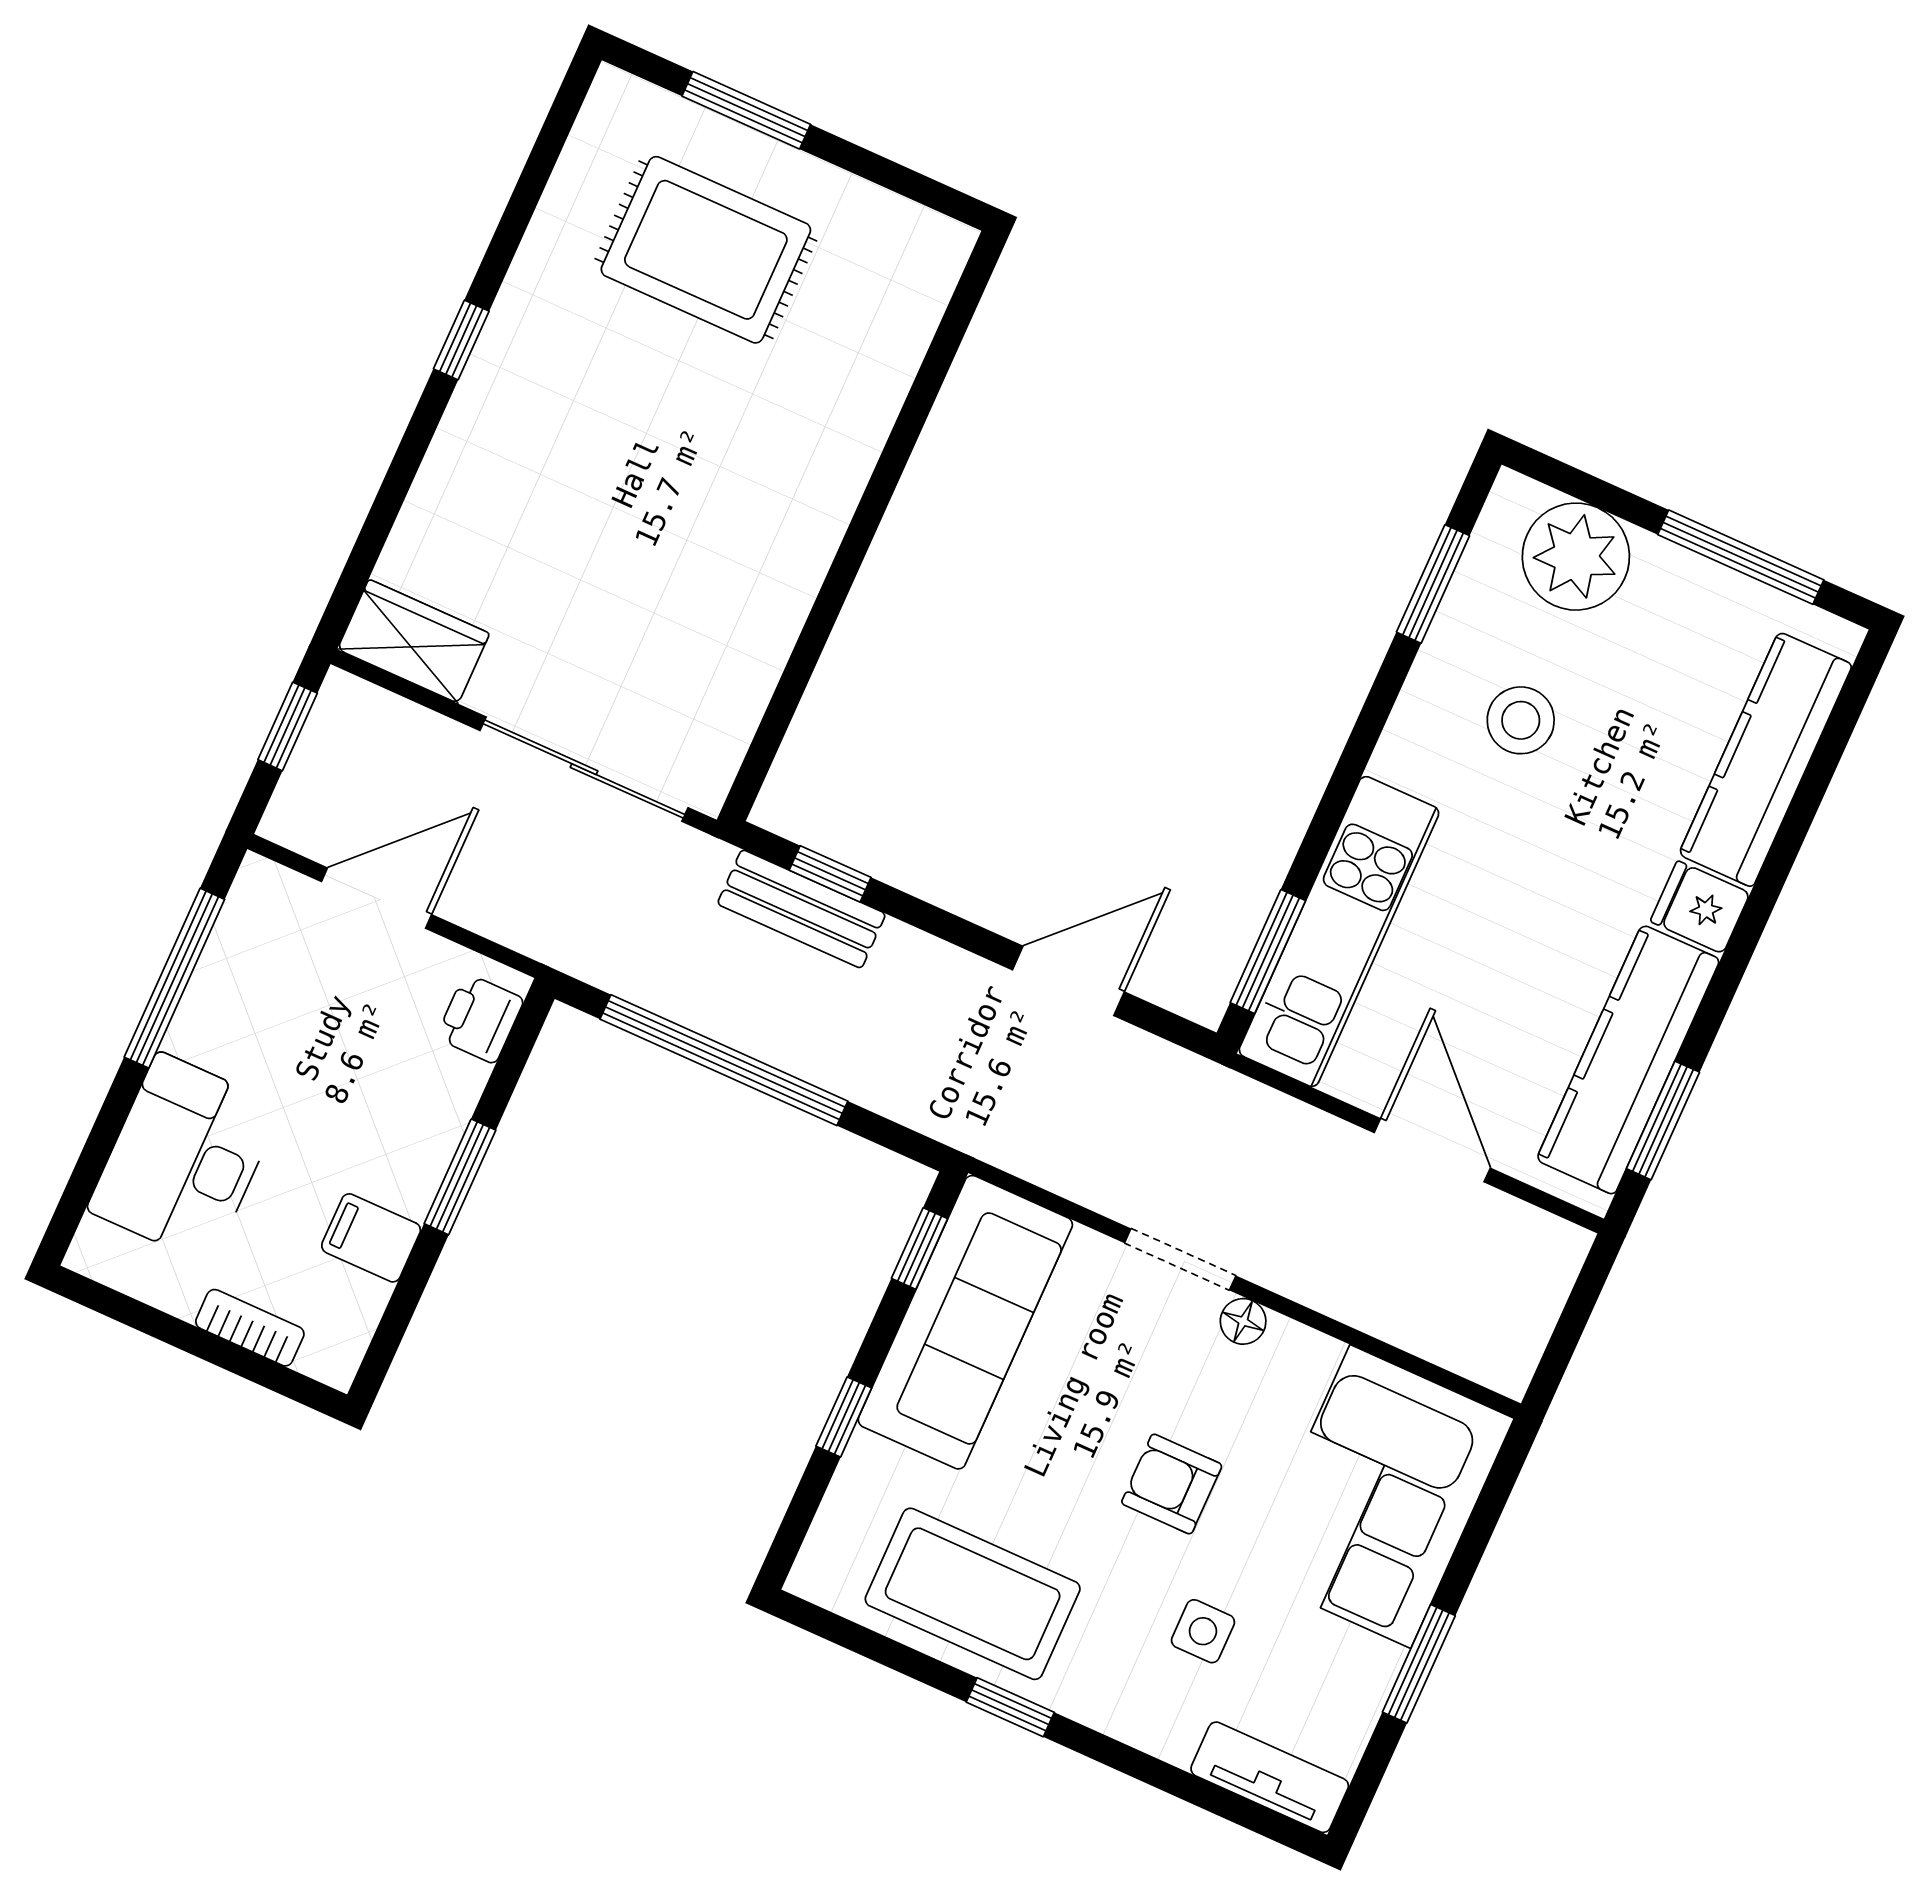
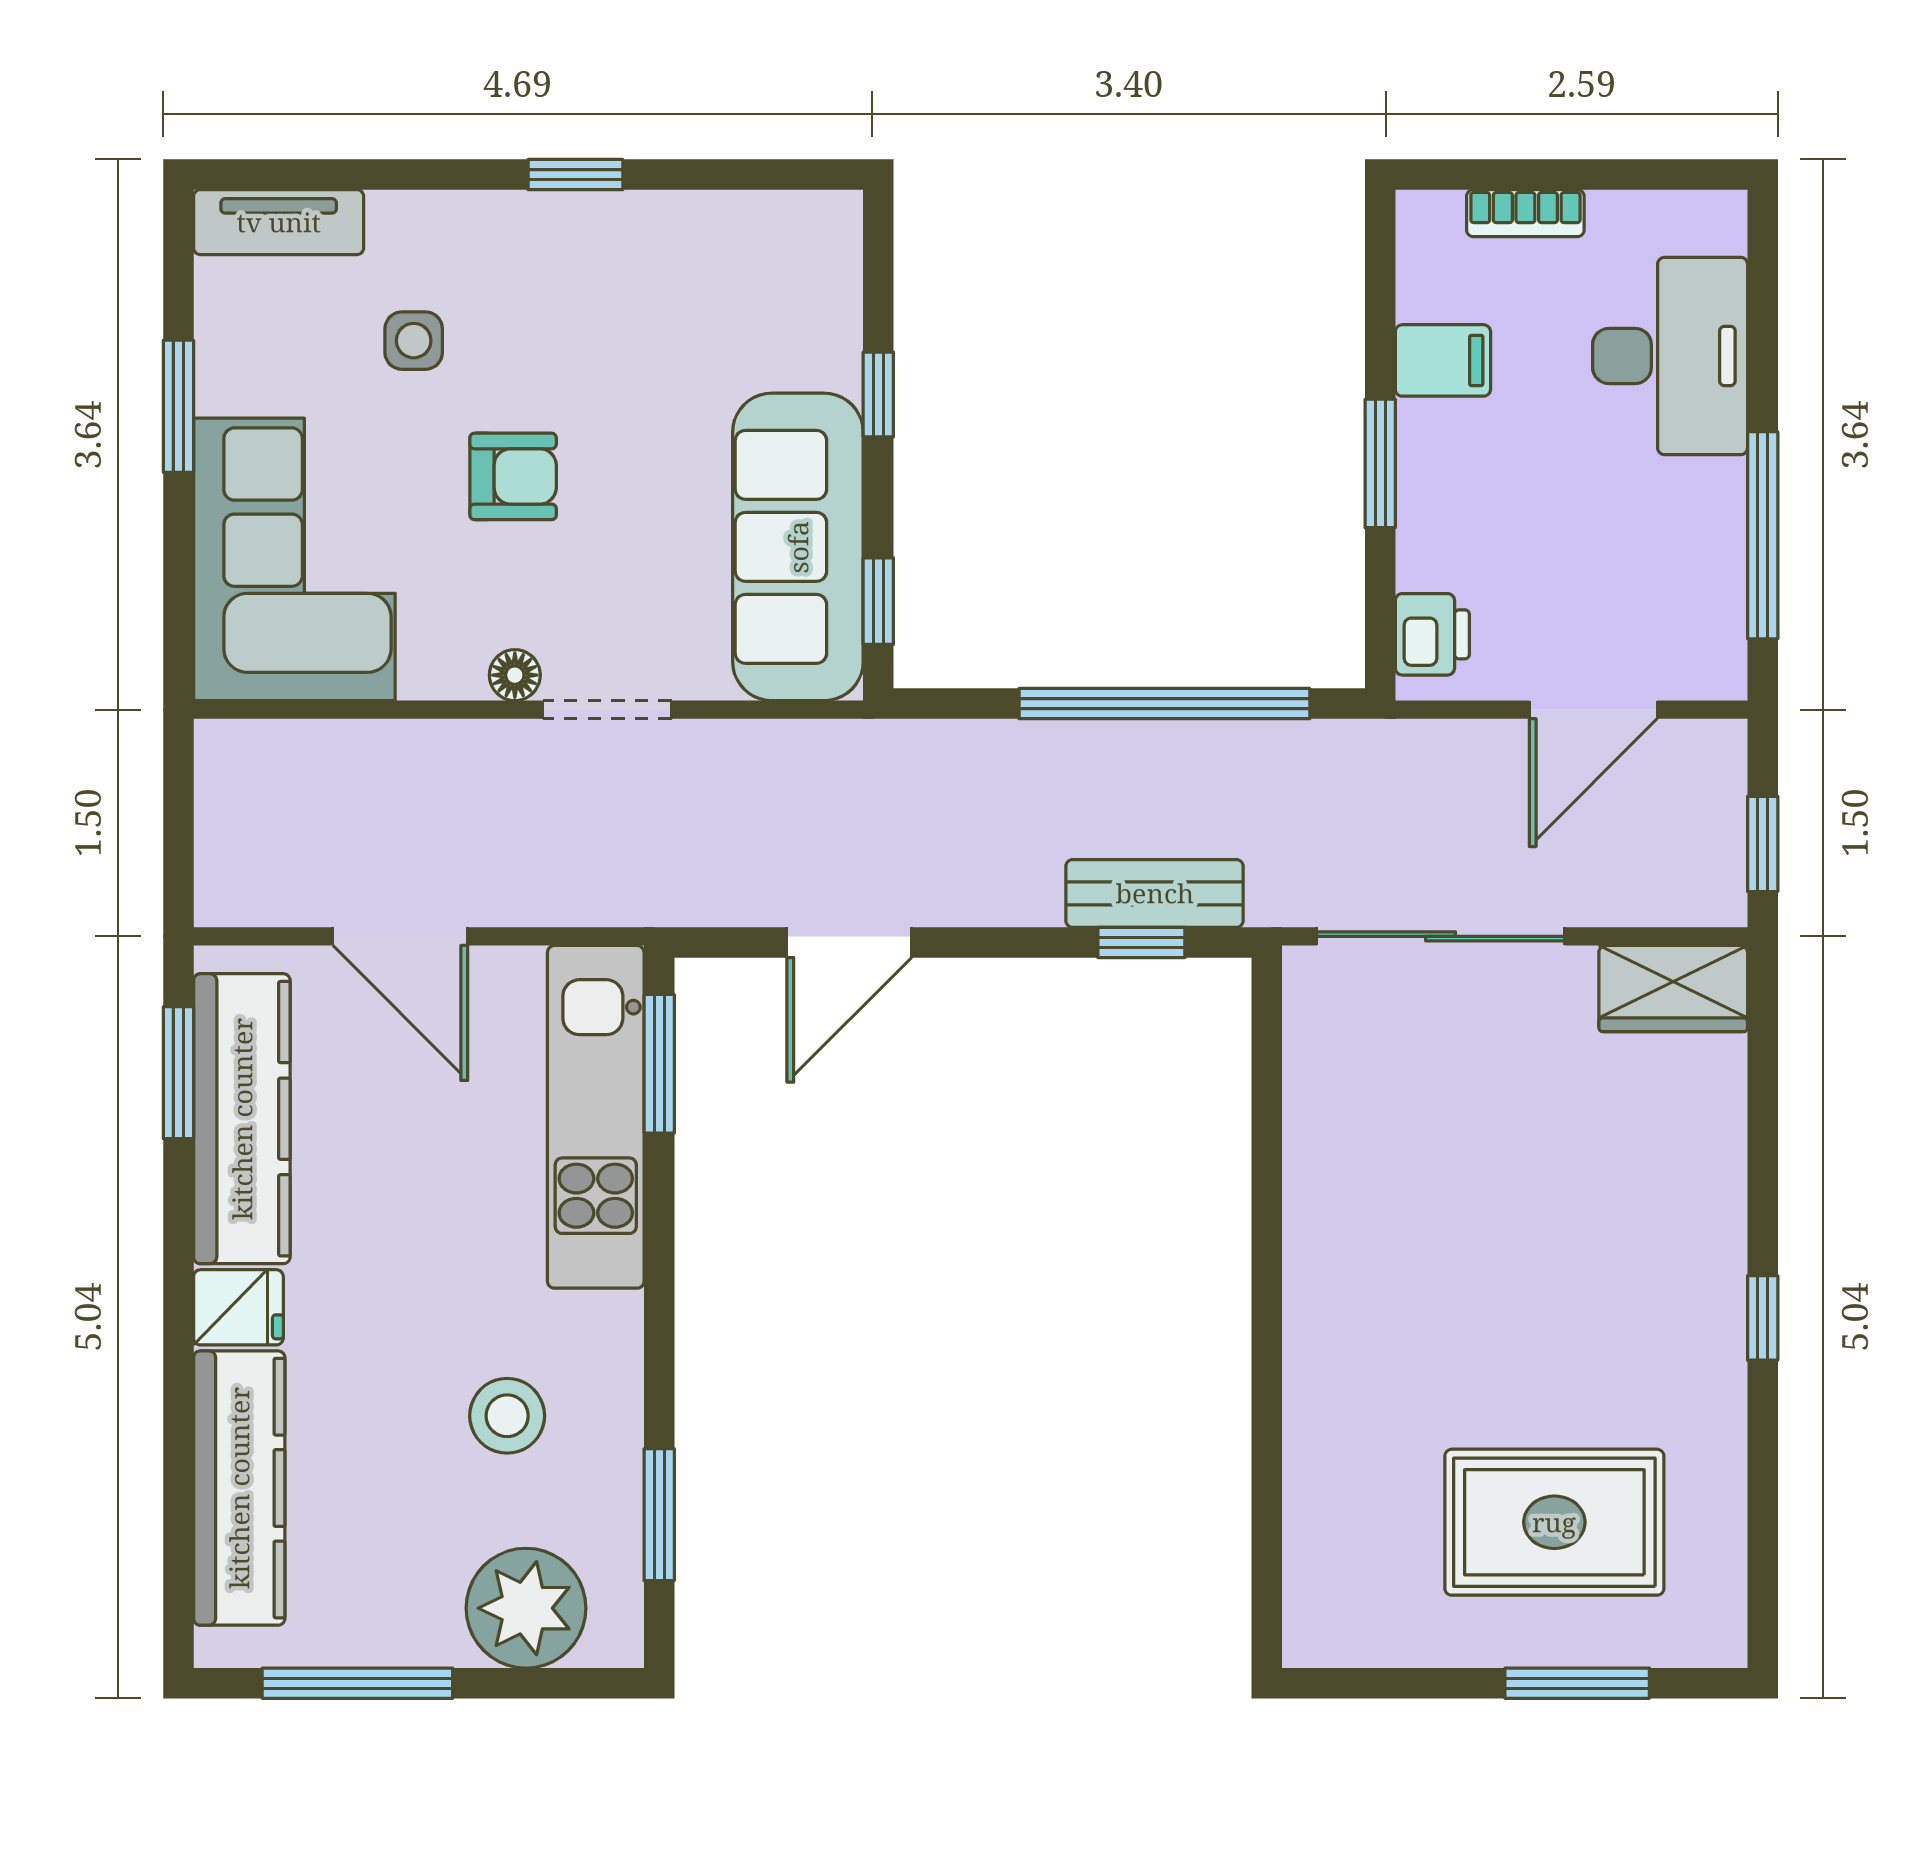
coffee table: (973, 1594) -> (666, 273), removed

